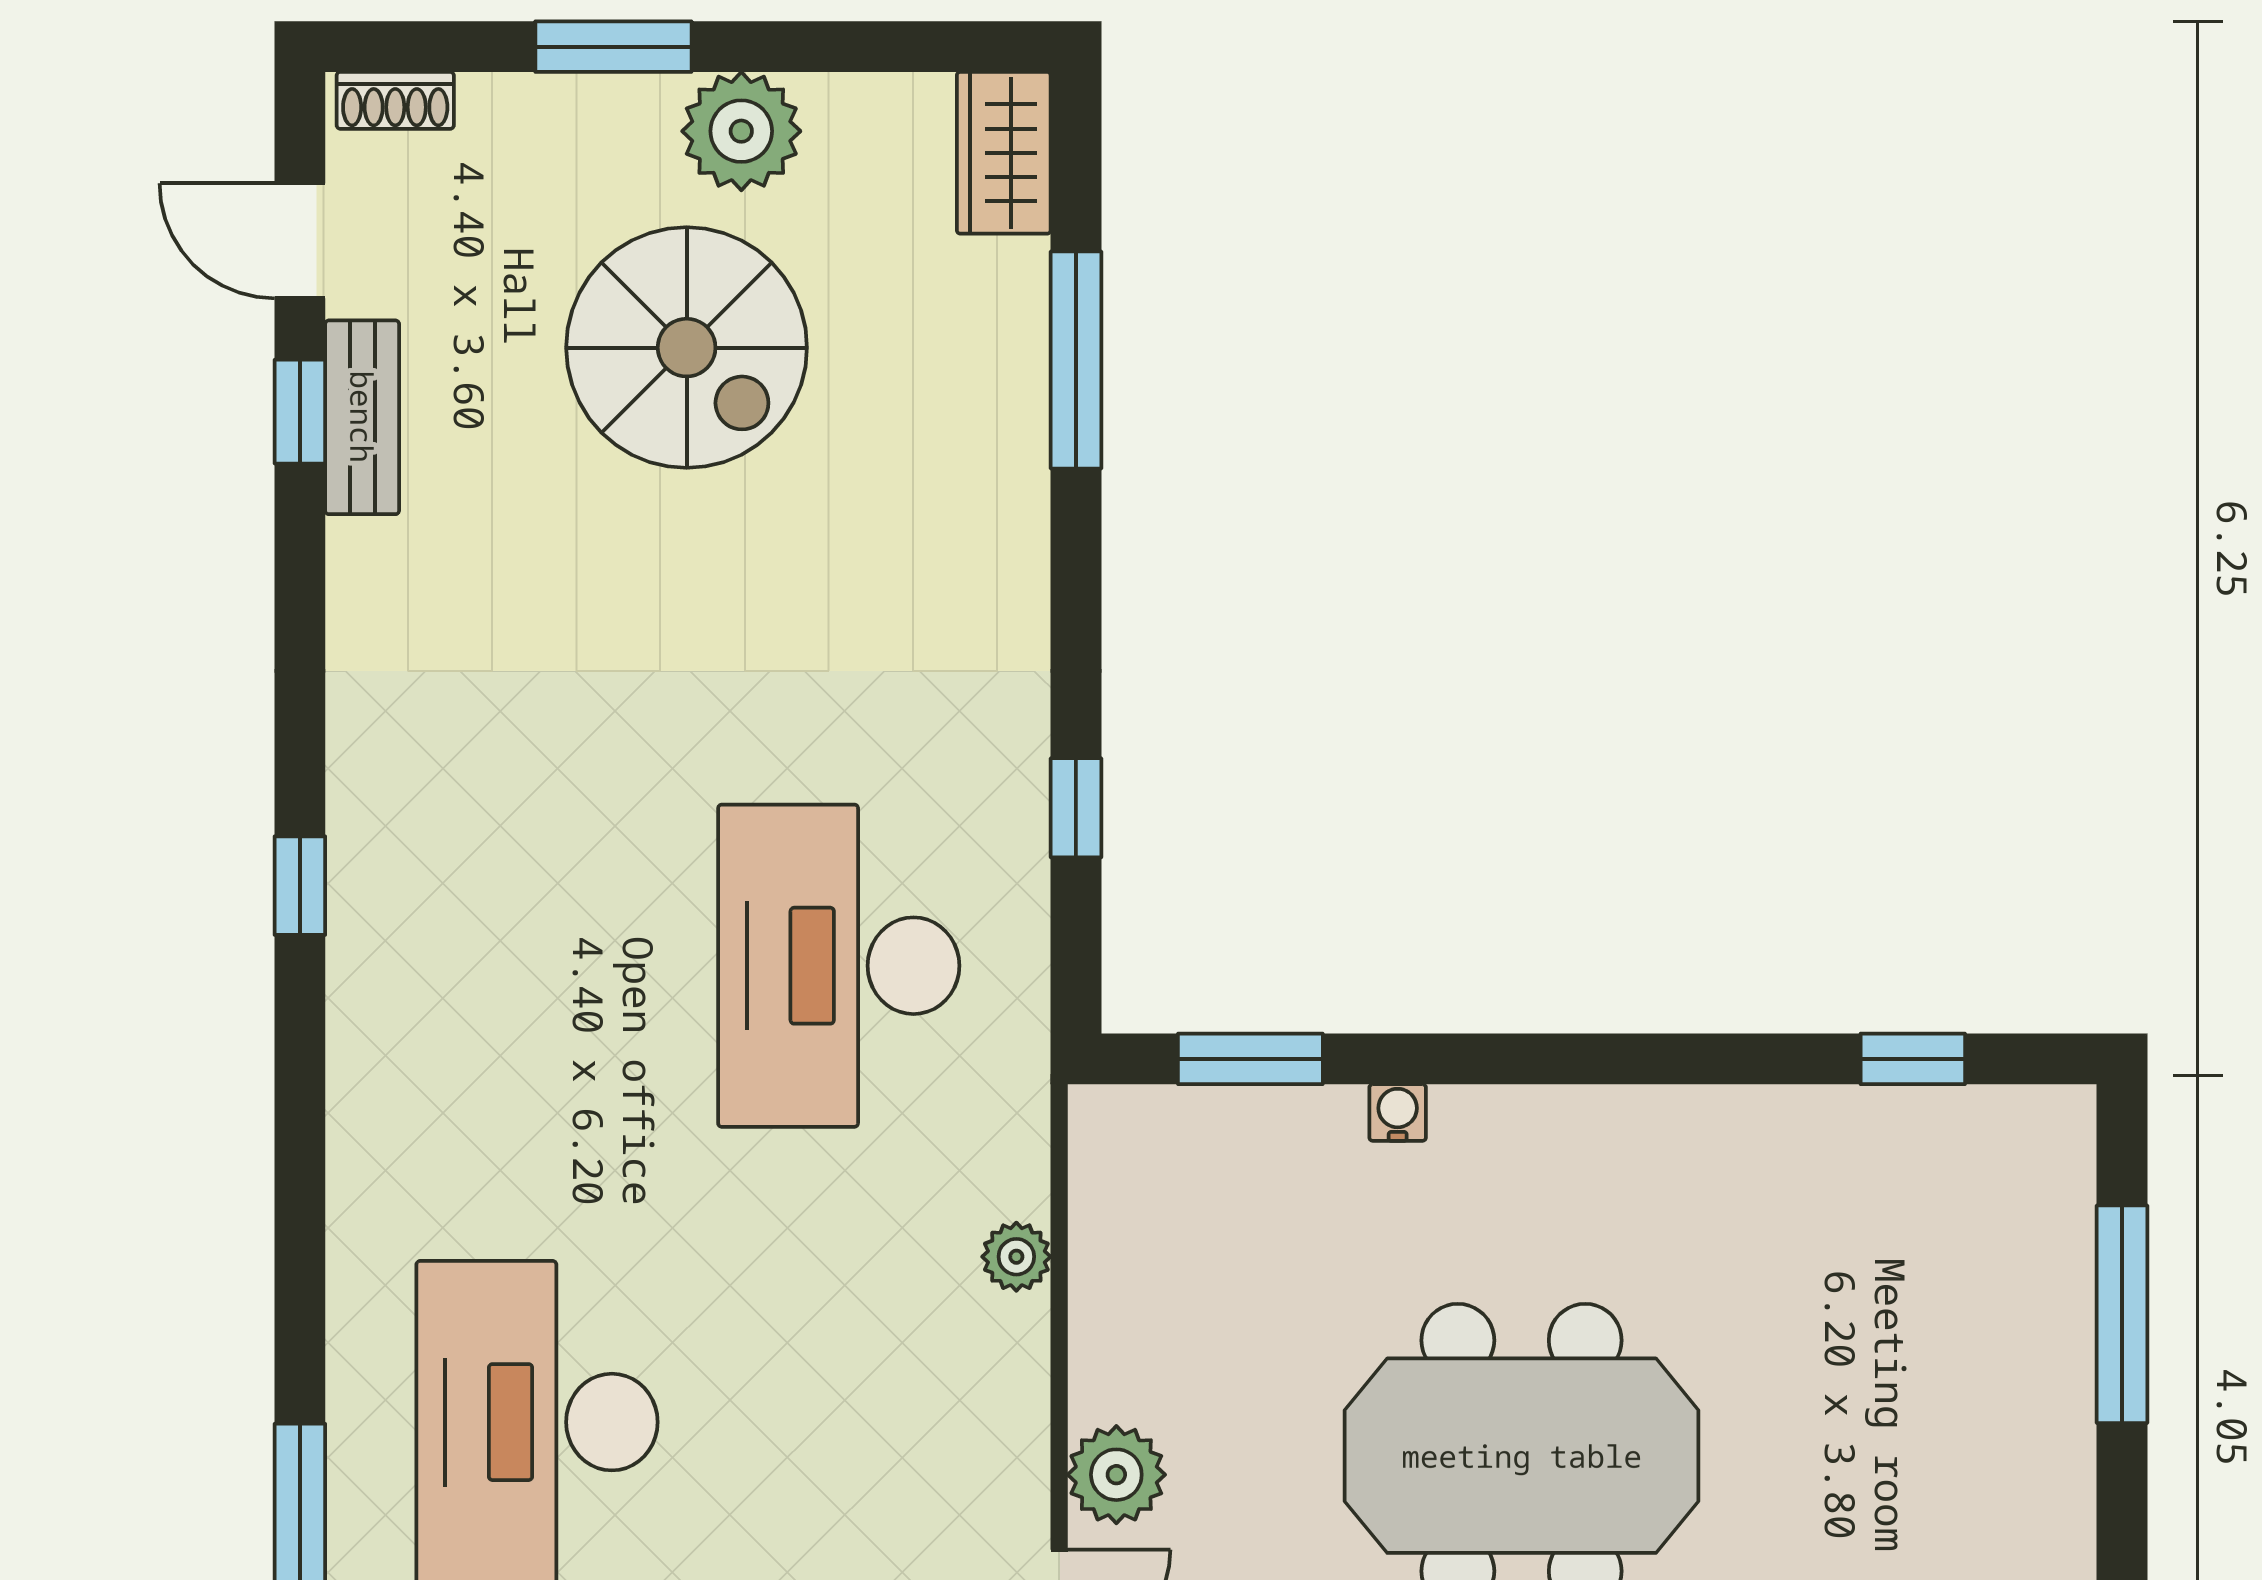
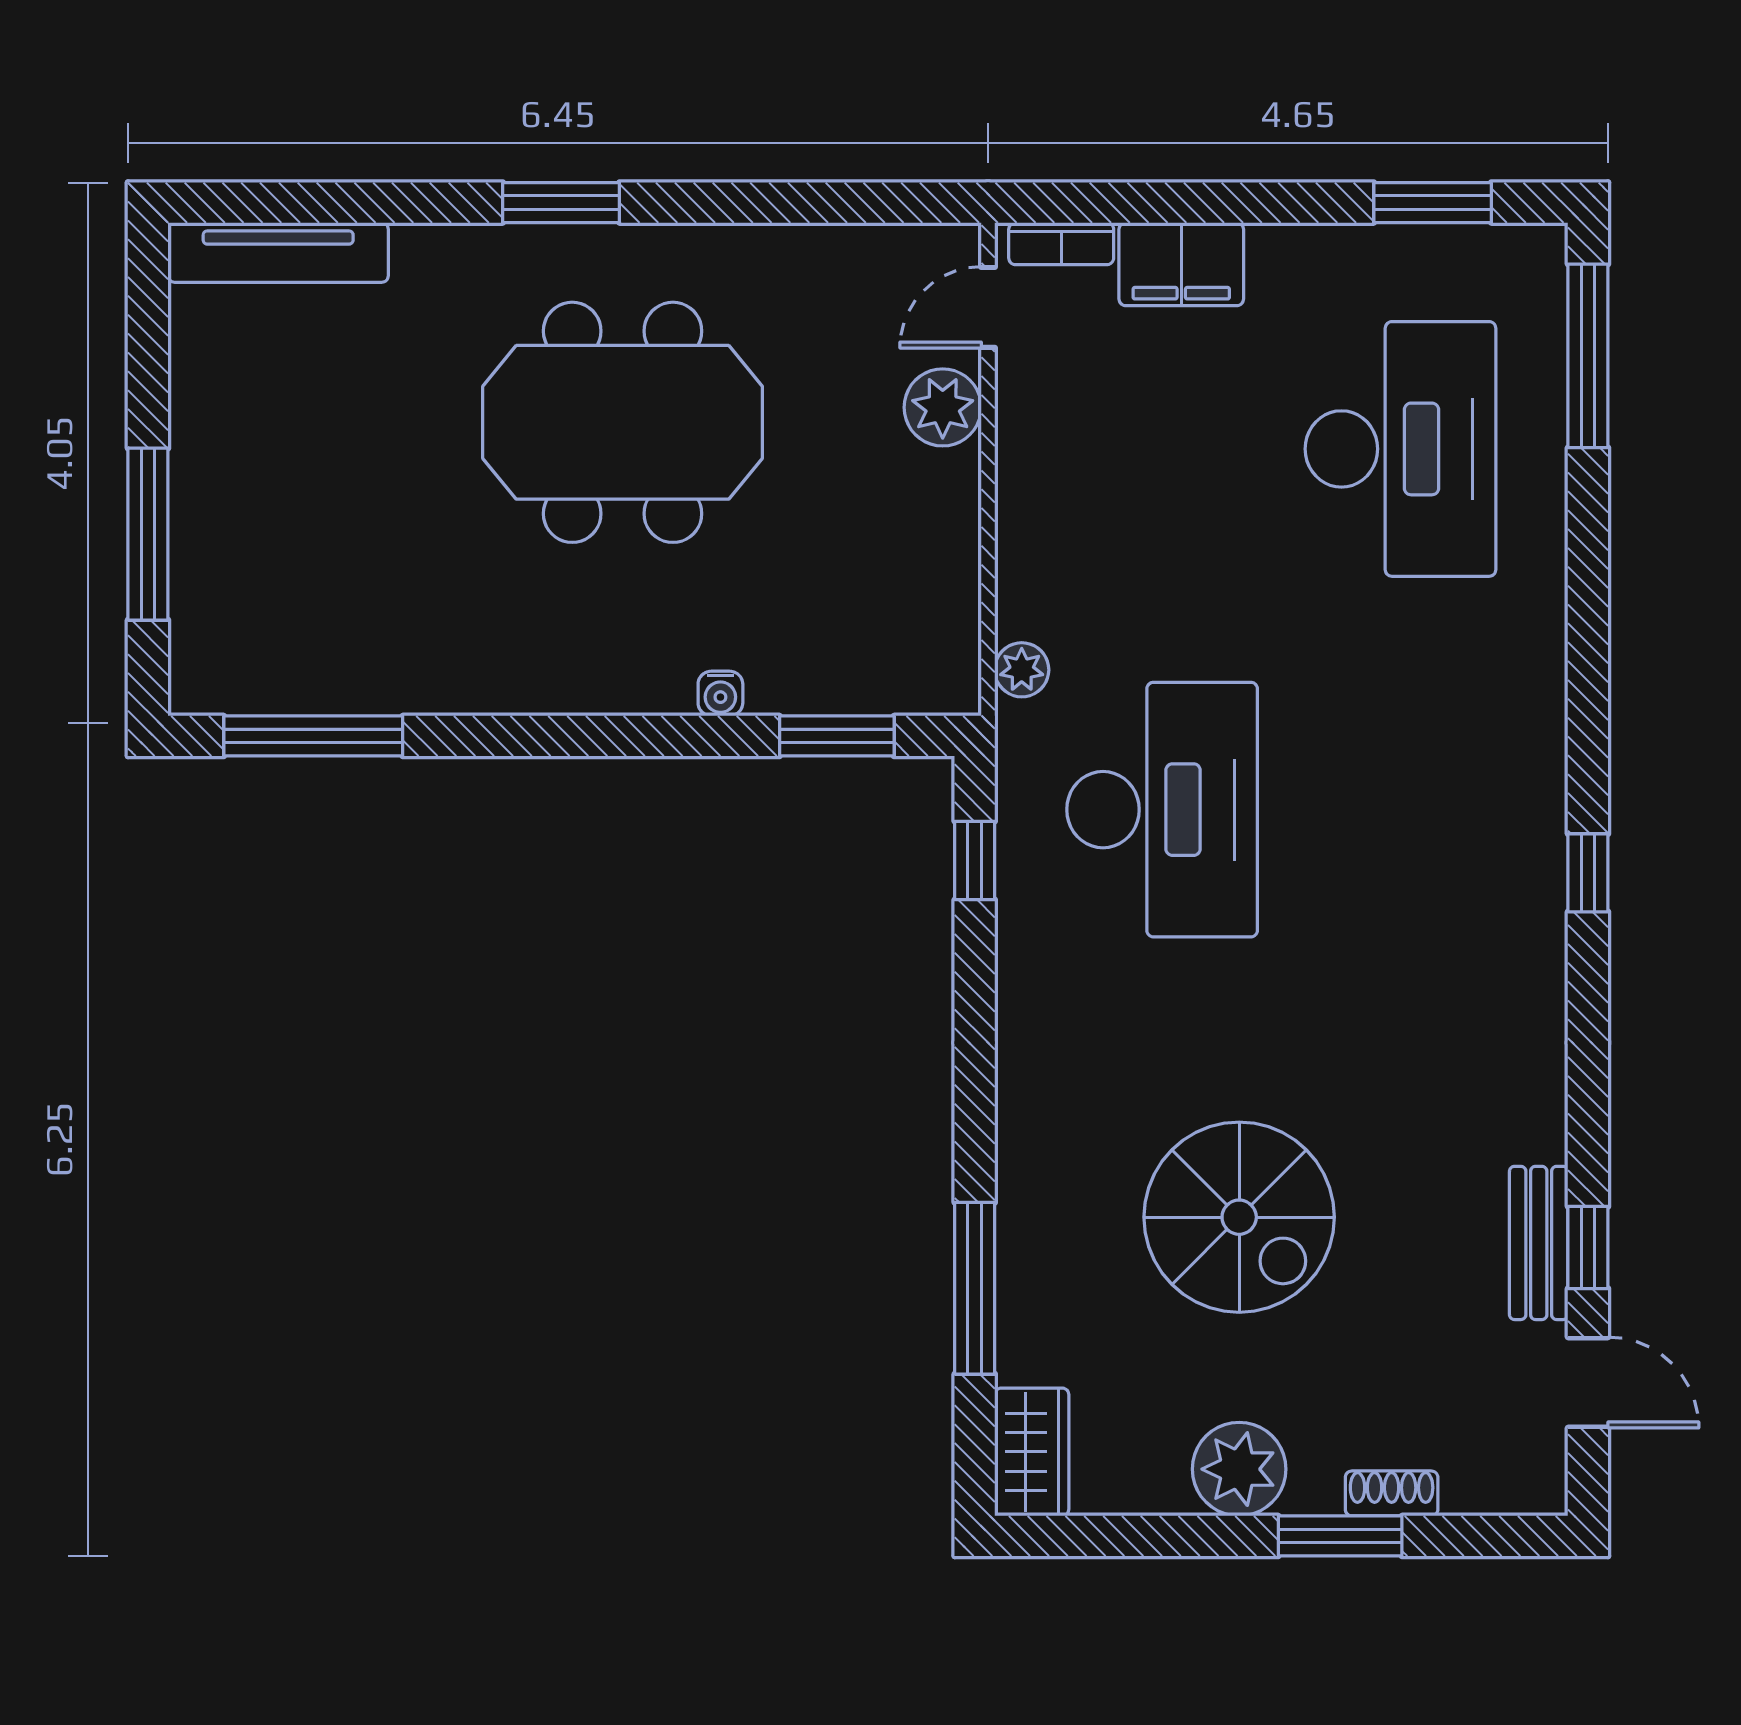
shoe rack: (395, 100) -> (1392, 1493), moved
spiral stairs: (687, 348) -> (1239, 1217), moved, turned 180
window: (1076, 808) -> (975, 861), moved
window: (1913, 1059) -> (313, 736), width x2.17
plant: (1016, 1257) -> (1022, 670), moved

